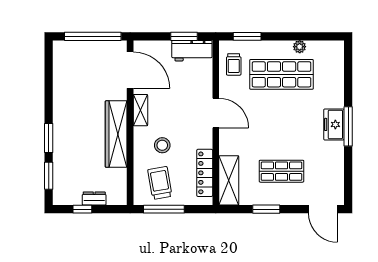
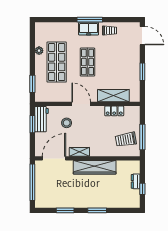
trolley: (234, 64) -> (110, 30), moved
door: (216, 113) -> (81, 104), hinge flipped
stool: (162, 145) -> (67, 123), moved
shop shelf: (282, 171) -> (87, 62), moved
locker: (205, 173) -> (114, 111), width x0.66
window: (49, 176) -> (65, 210), moved
shelving: (229, 180) -> (113, 96), moved
door: (323, 209) -> (142, 36), hinge flipped

